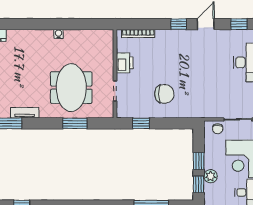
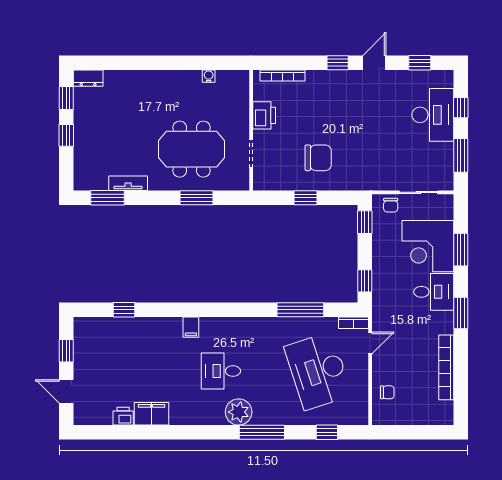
water cooler: (58, 34) -> (209, 76), moved
meeting table: (71, 88) -> (192, 149), turned 90
window: (141, 123) -> (305, 198), moved
window: (199, 161) -> (365, 222), moved
plant: (211, 176) -> (381, 270), removed

